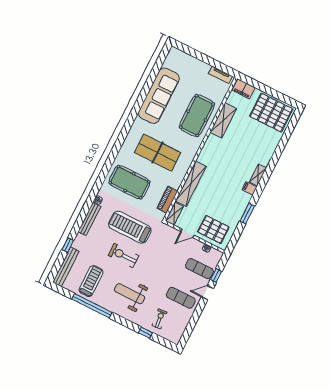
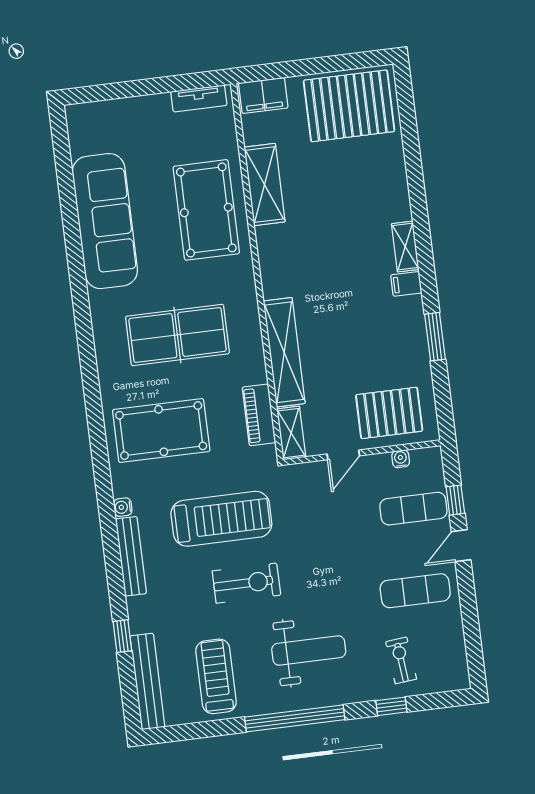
treadmill: (130, 227) -> (221, 519), turned 180
exercise bike: (124, 256) -> (246, 583), turned 180
weight bench: (130, 294) -> (309, 650), turned 180
window: (92, 306) -> (295, 718), moved

